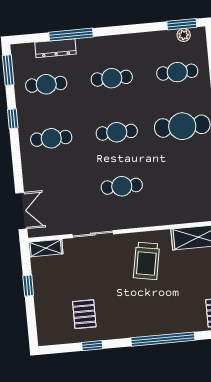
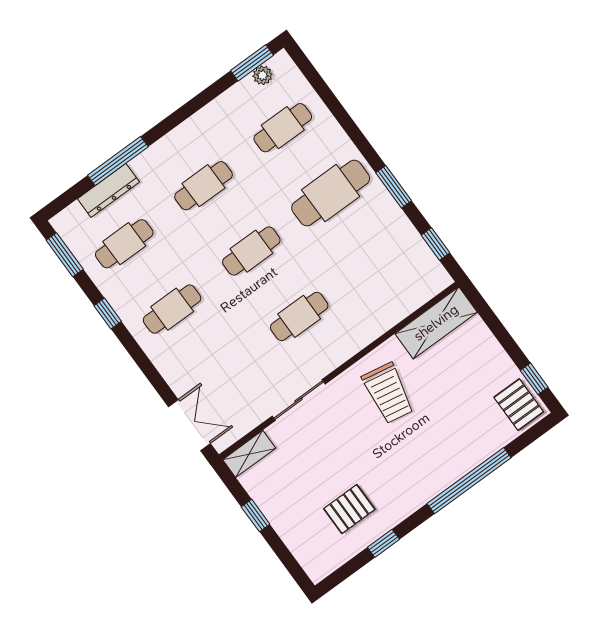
pallet: (84, 314) -> (349, 509), turned 90

